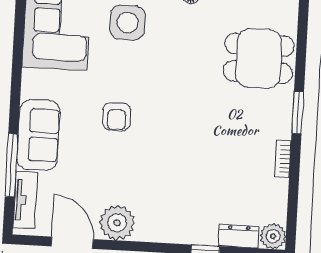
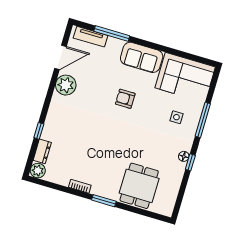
side table: (128, 22) -> (176, 117), width x0.54, depth x0.54
sofa: (38, 135) -> (142, 57), moved

